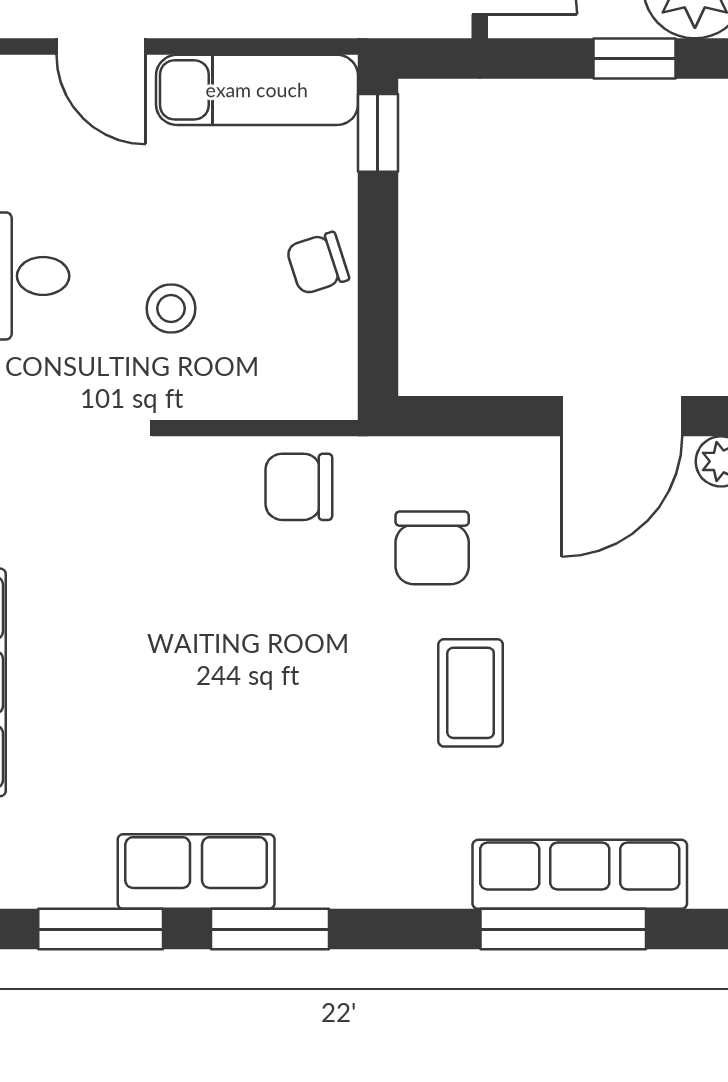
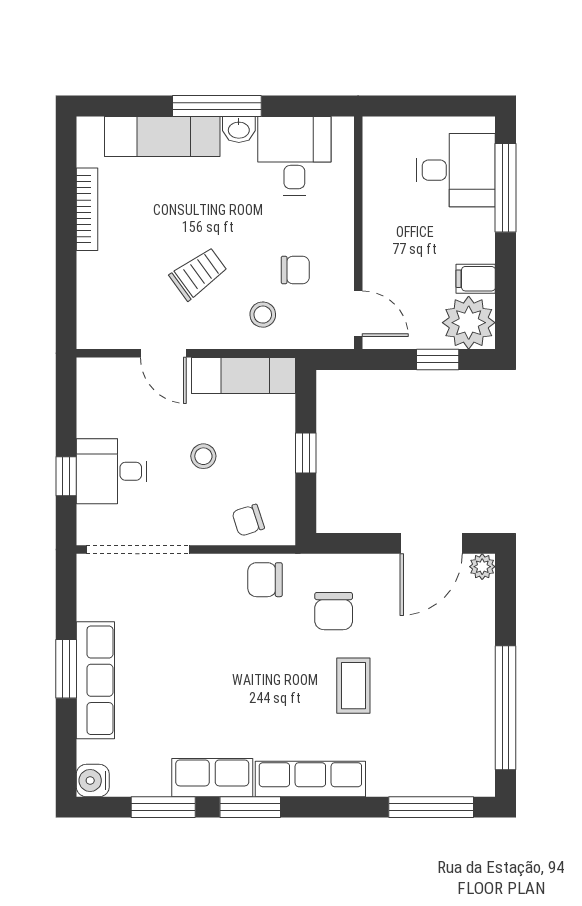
window: (378, 133) -> (306, 453), moved
chair: (318, 263) -> (248, 520), moved
stool: (171, 308) -> (203, 456), moved
row of seats: (580, 874) -> (310, 779), moved
window: (563, 929) -> (431, 807), moved

